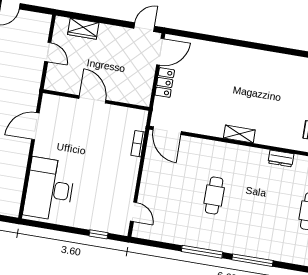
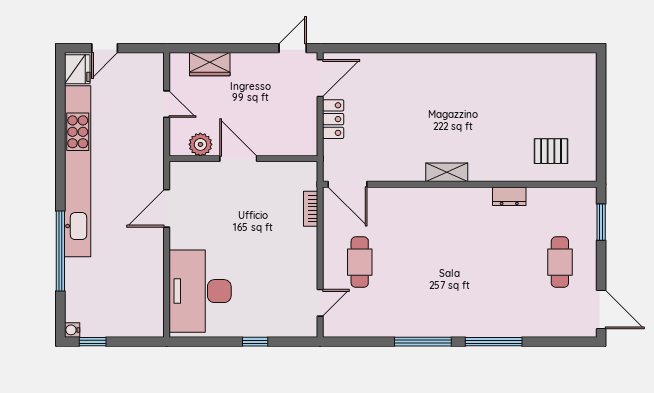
plant: (67, 85) -> (200, 144), added
cafe table: (214, 195) -> (360, 262), moved
door: (134, 212) -> (320, 303), hinge flipped
window: (99, 234) -> (255, 342), moved

